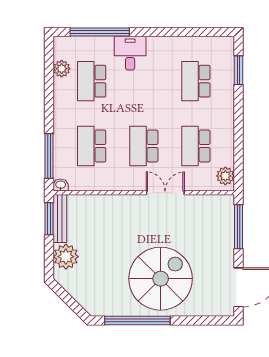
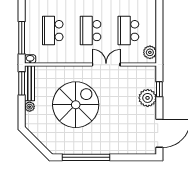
window: (239, 227) -> (159, 89), width x0.46
plant: (222, 239) -> (148, 98), added
plant: (66, 257) -> (30, 107), width x0.53, depth x0.53
spiral stairs: (161, 279) -> (76, 105), moved

